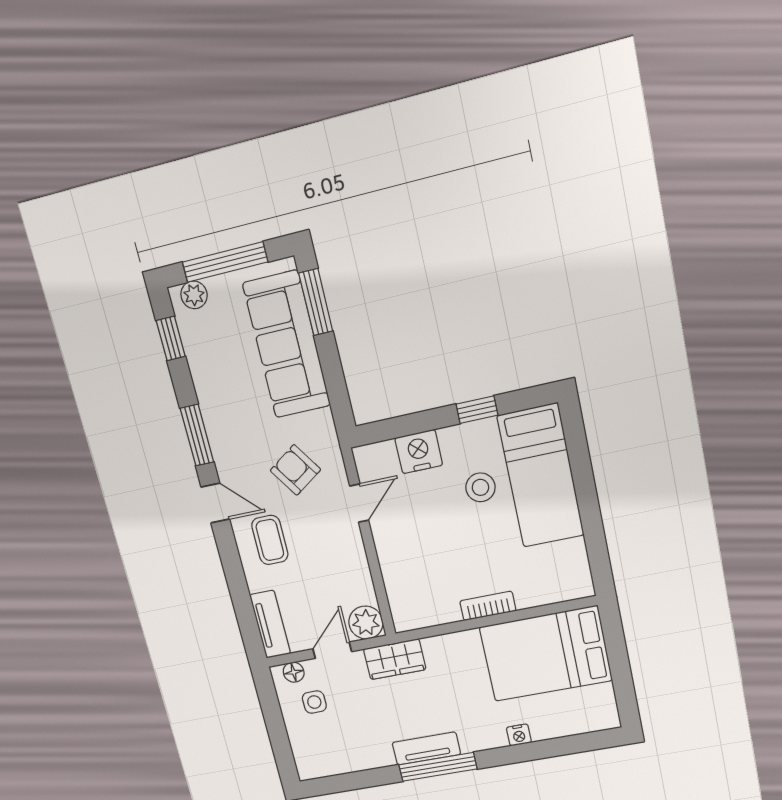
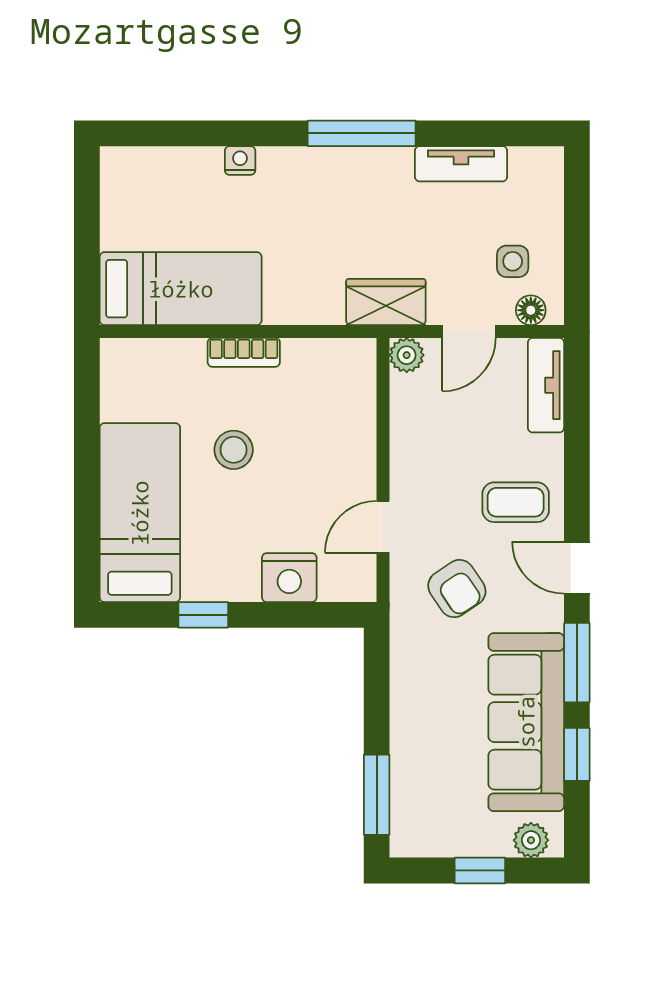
window: (225, 262) -> (480, 870), width x0.46
window: (171, 338) -> (577, 754), moved
sofa: (287, 345) -> (526, 722), moved, turned 180
stool: (480, 487) -> (234, 450), moved
coffee table: (270, 540) -> (516, 502), turned 90
plant: (366, 623) -> (407, 355), width x0.73, depth x0.73
bed: (546, 654) -> (181, 289), width x0.67
tv unit: (426, 748) -> (461, 164), moved

